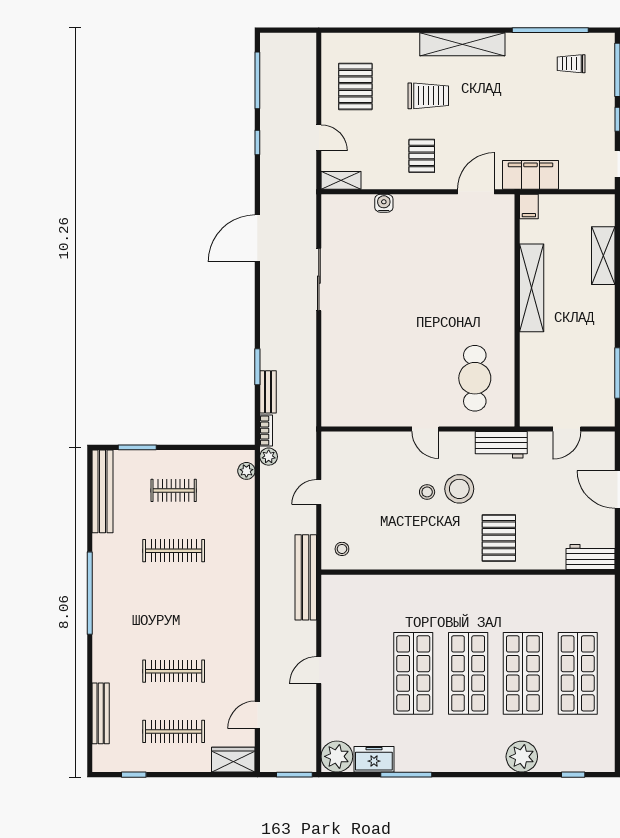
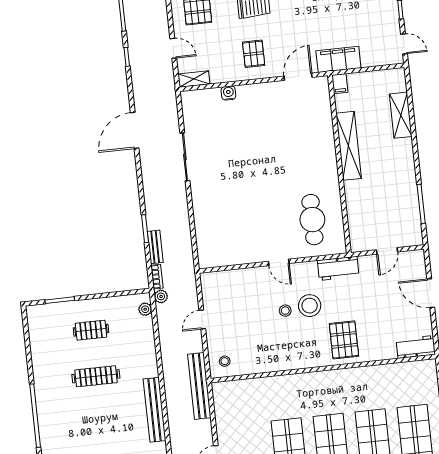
bench: (103, 491) -> (155, 410), moved

